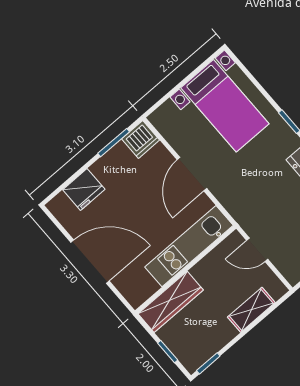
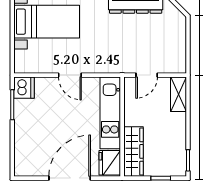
door: (192, 174) -> (70, 75), width x0.73
fridge: (84, 189) -> (110, 163), moved, turned 180
shelving: (251, 310) -> (178, 94), moved

